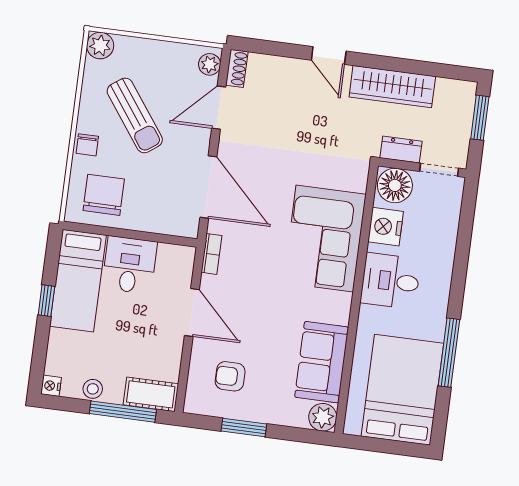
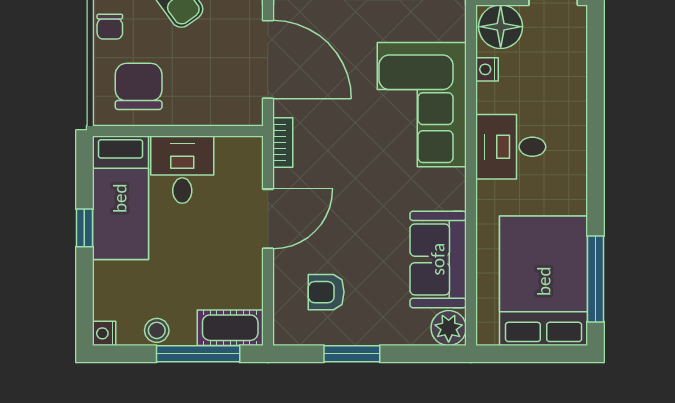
nightstand: (386, 227) -> (487, 69), width x0.53, depth x0.56
door: (192, 313) -> (268, 219), hinge flipped
window: (449, 353) -> (596, 279), moved

